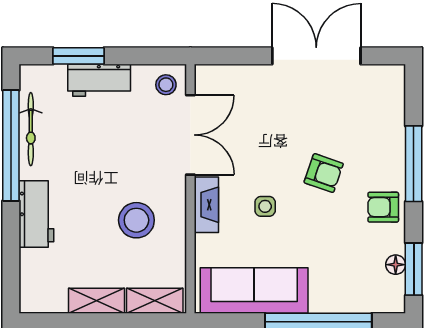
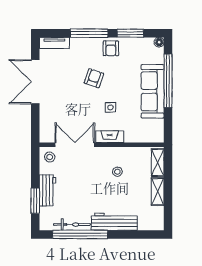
tv unit: (394, 94) -> (54, 43), added
workbench: (36, 214) -> (114, 222), width x1.38
stool: (136, 220) -> (117, 172), width x0.53, depth x0.53
floor lamp: (396, 265) -> (159, 42), moved
window: (414, 269) -> (130, 33), moved
sofa: (254, 291) -> (153, 91), moved

